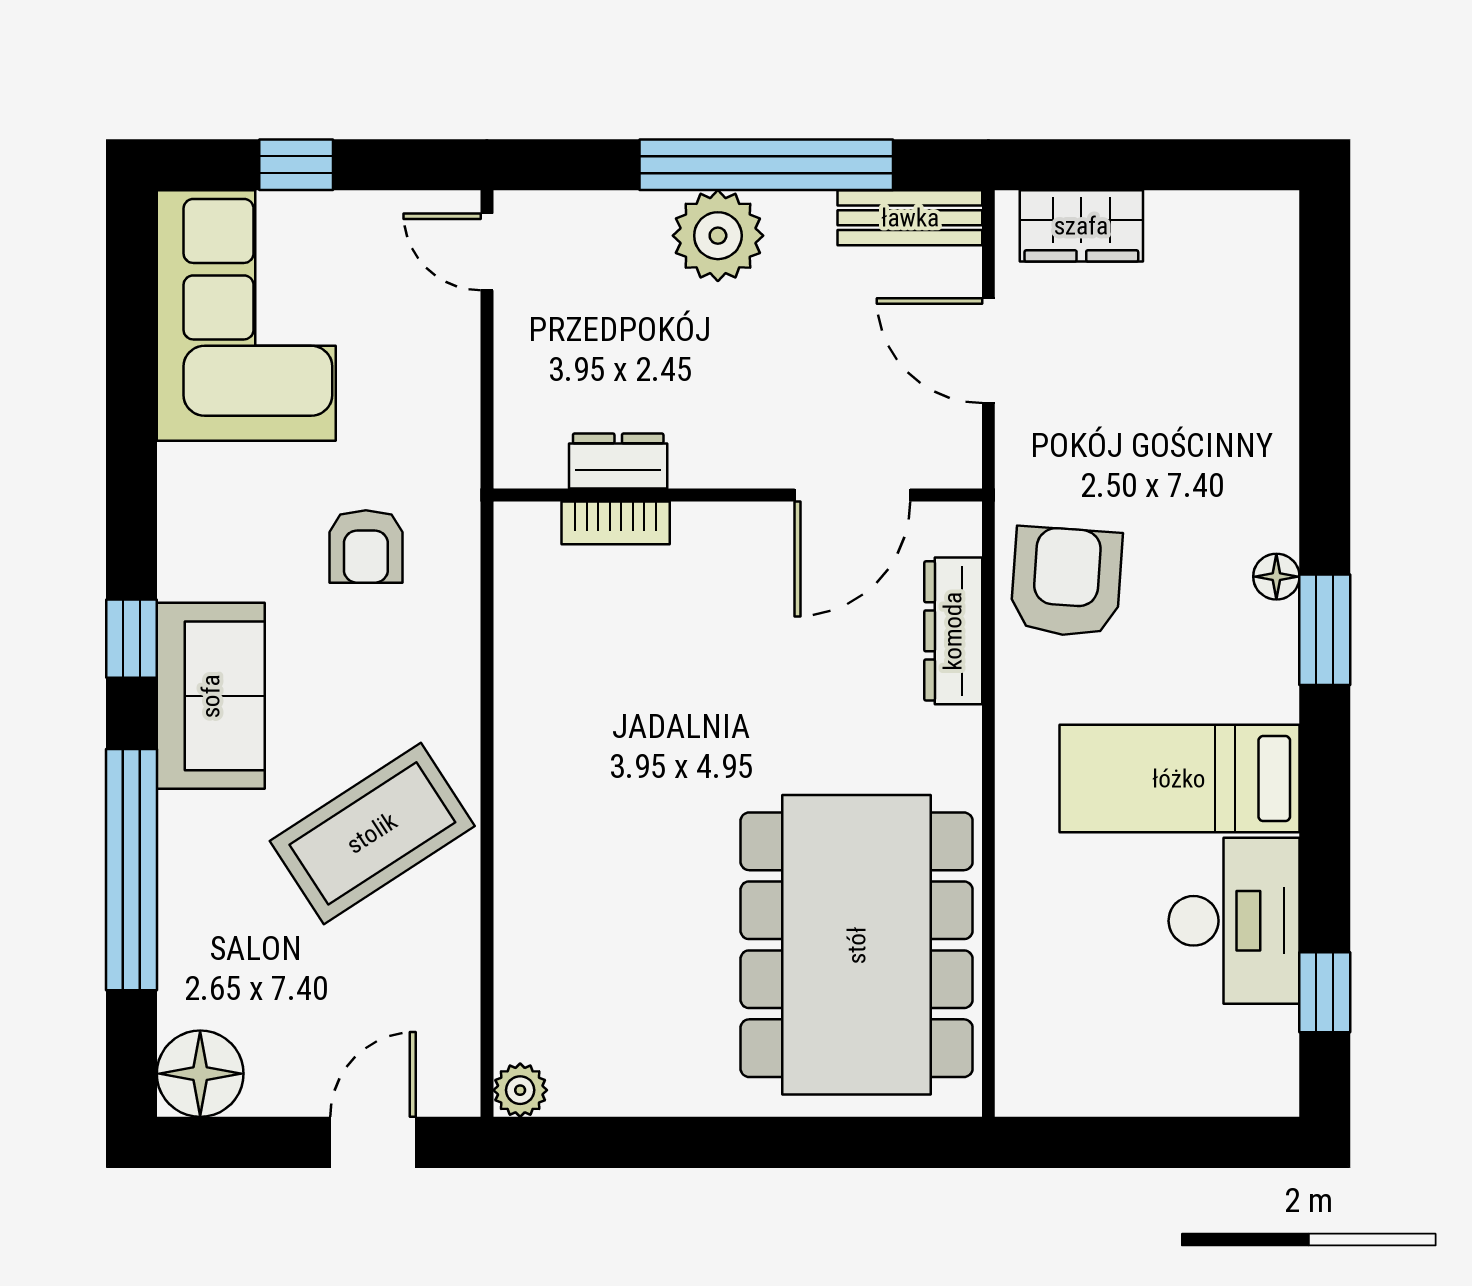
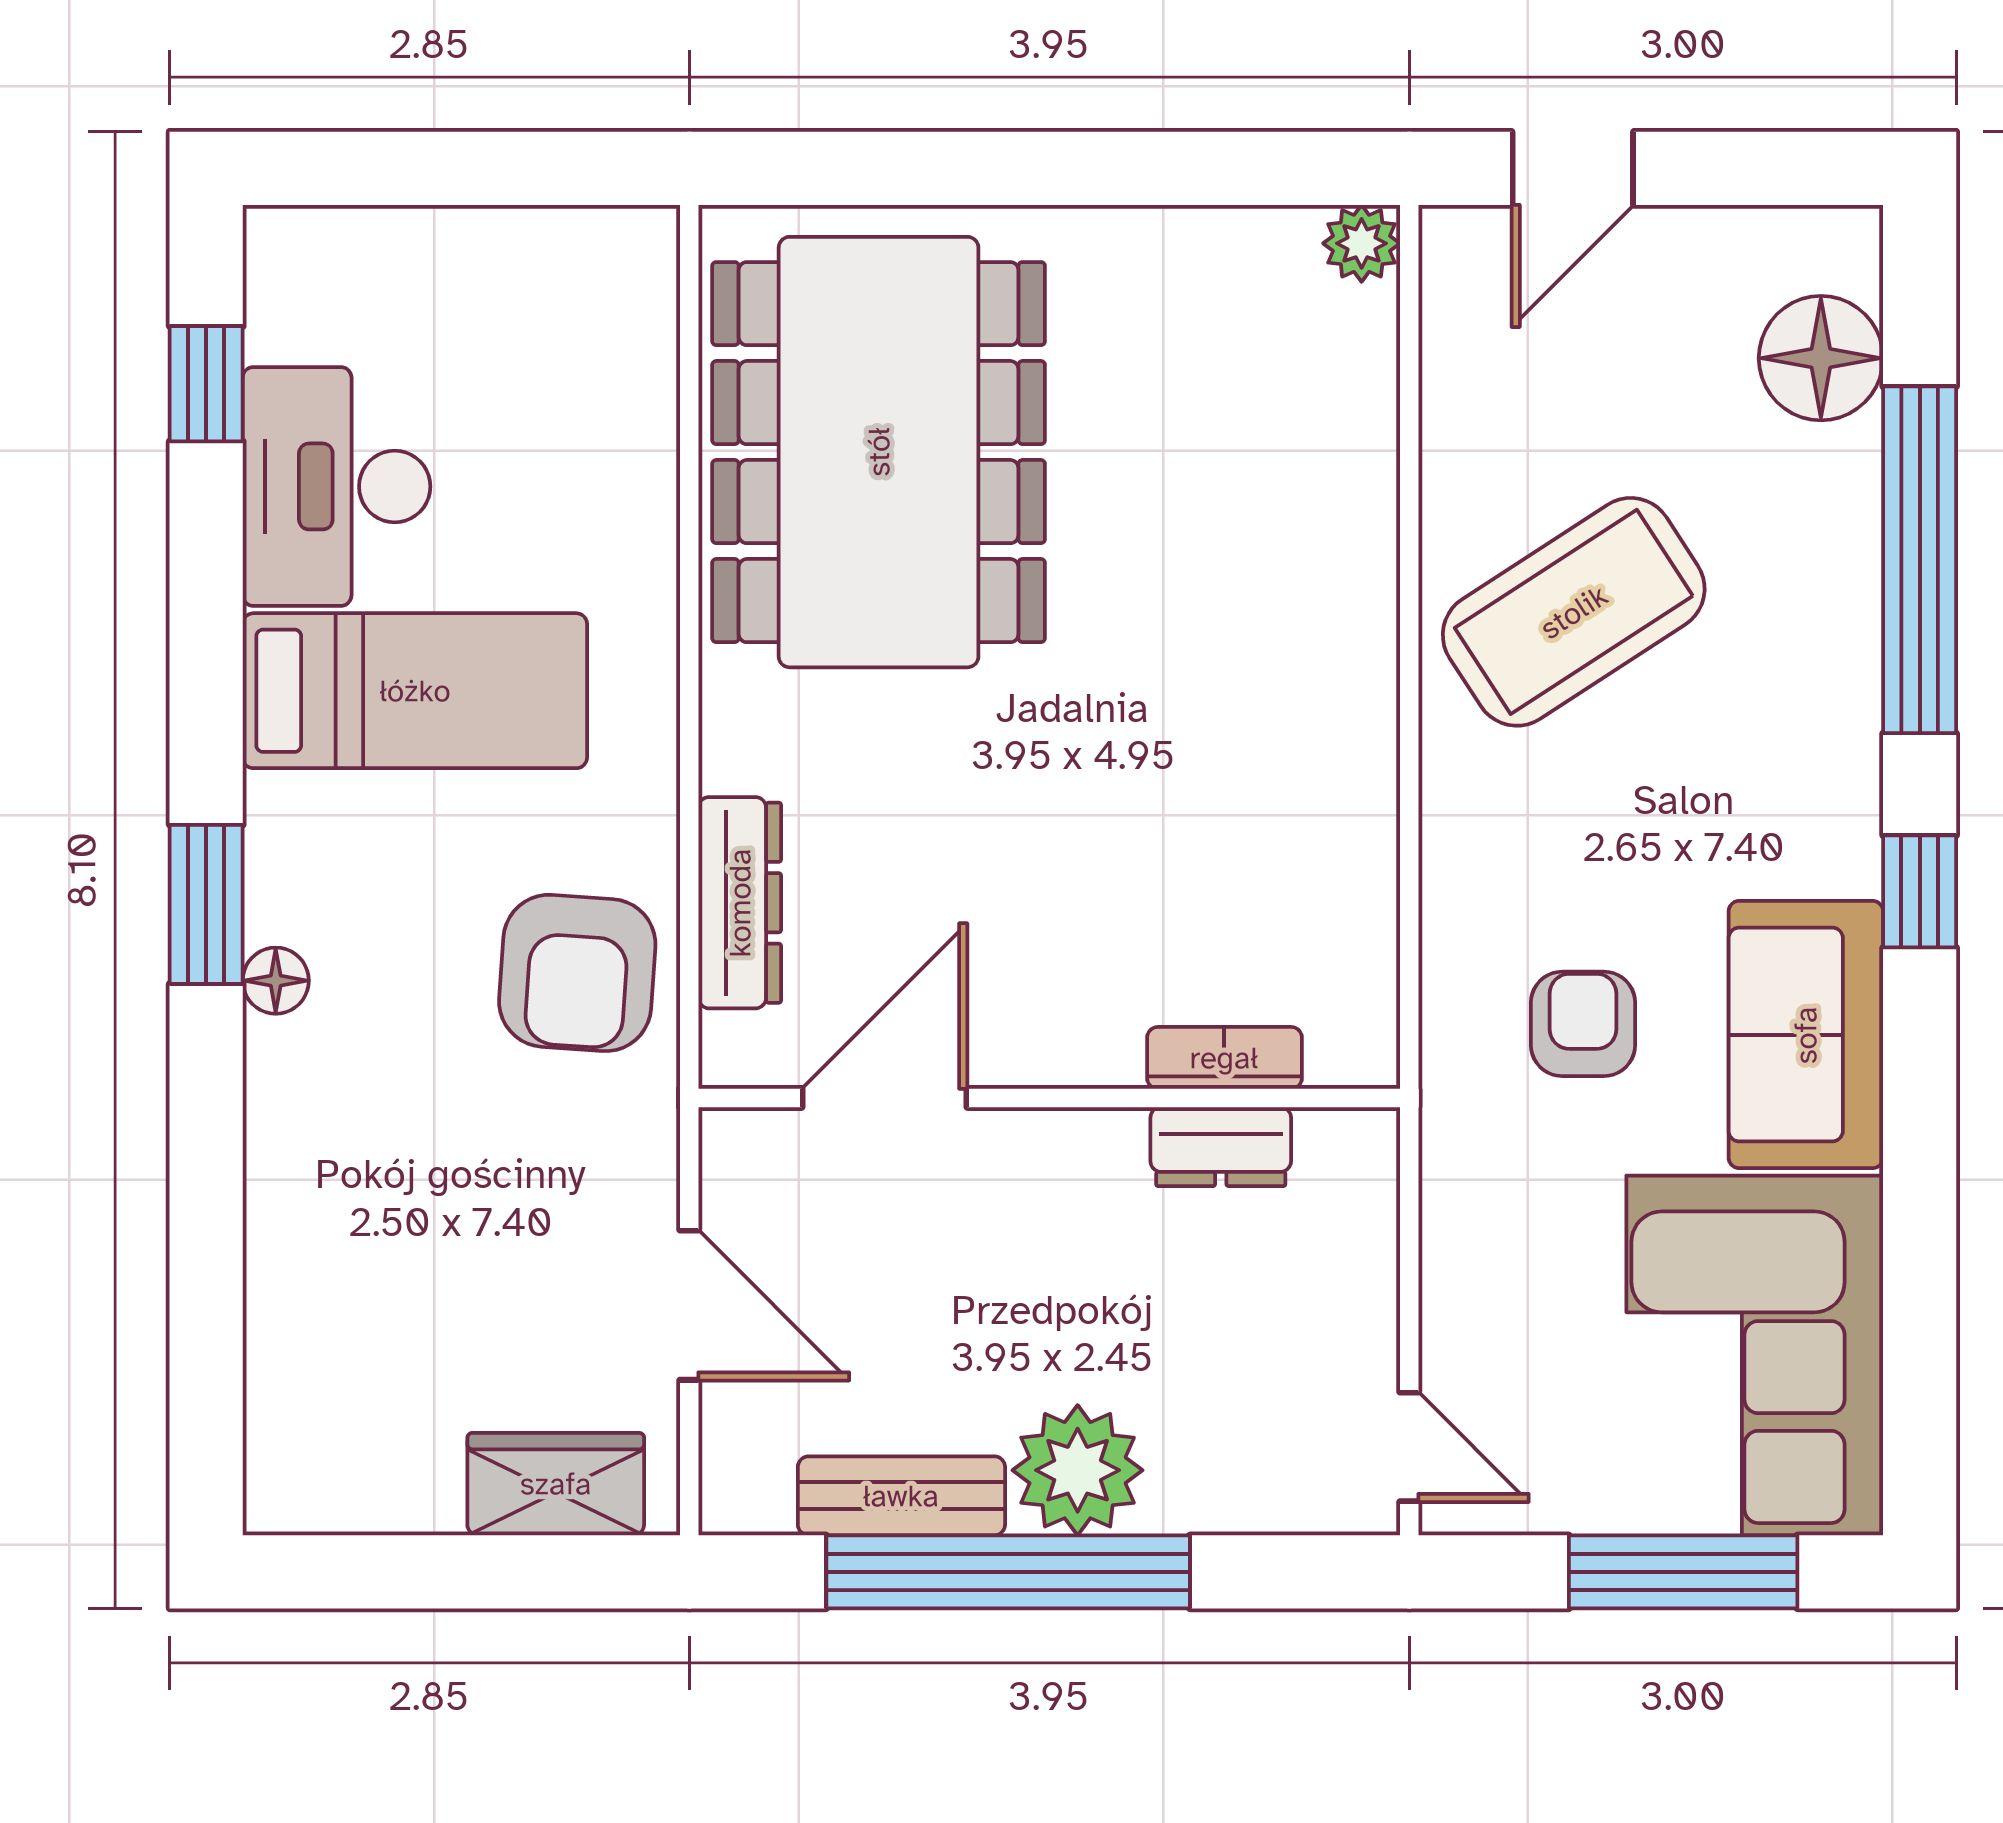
window: (296, 165) -> (1683, 1572), width x2.17
bench: (910, 218) -> (901, 1496), moved
sofa: (211, 696) -> (1806, 1035), moved
floor lamp: (200, 1074) -> (1821, 358), moved

